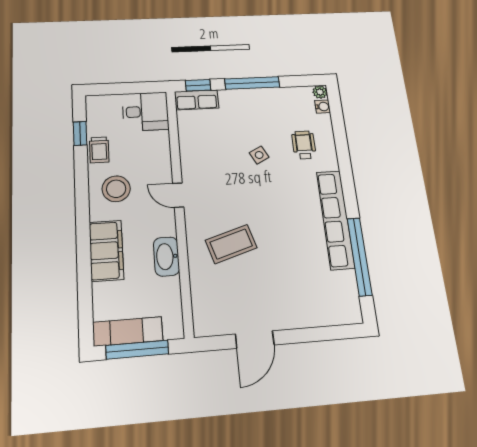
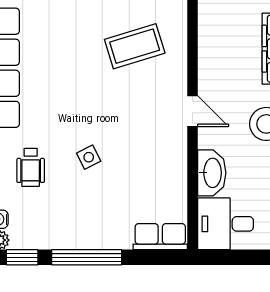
window: (198, 85) -> (22, 257), moved
washbasin: (166, 256) -> (212, 173), moved

